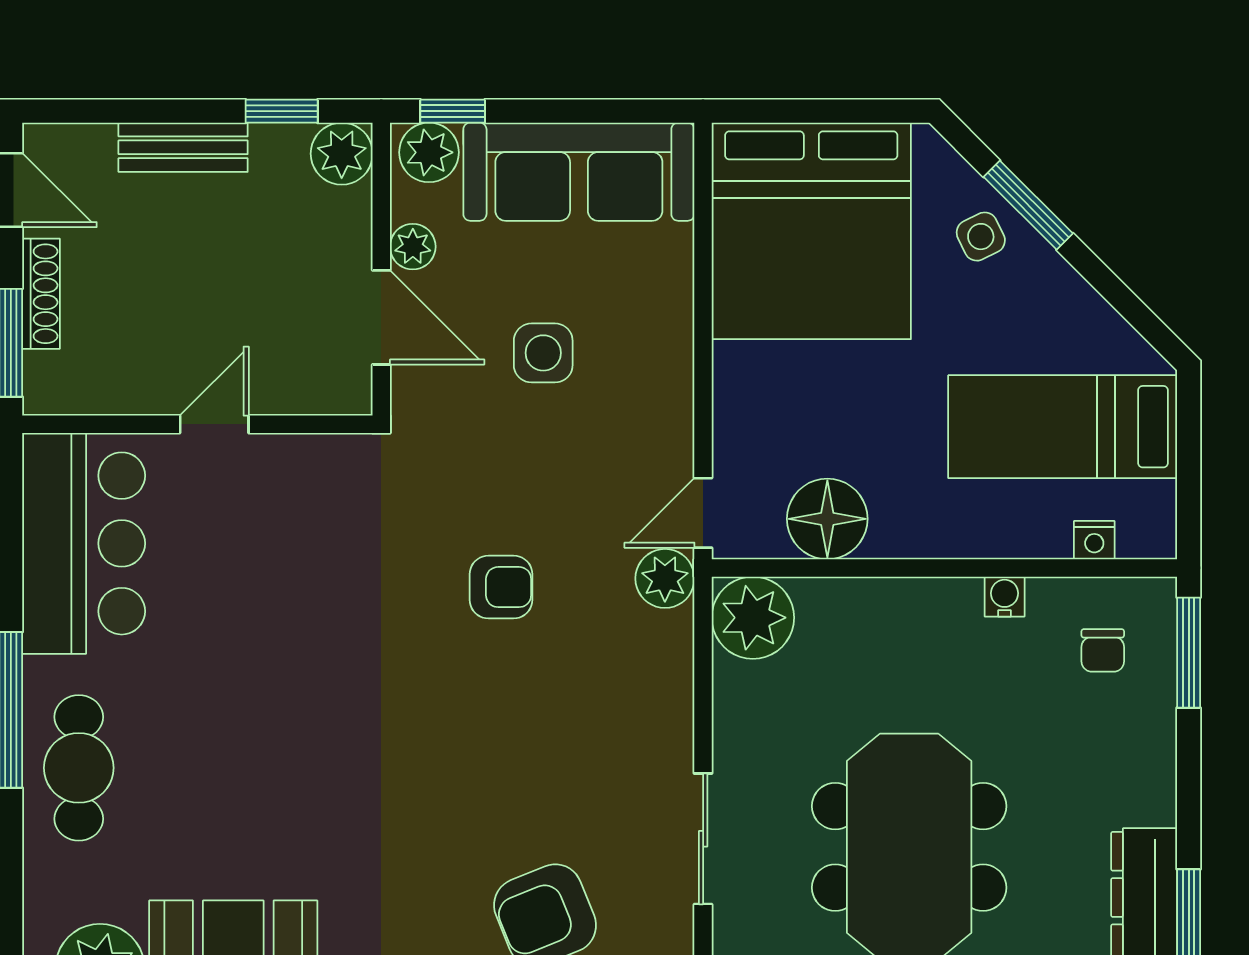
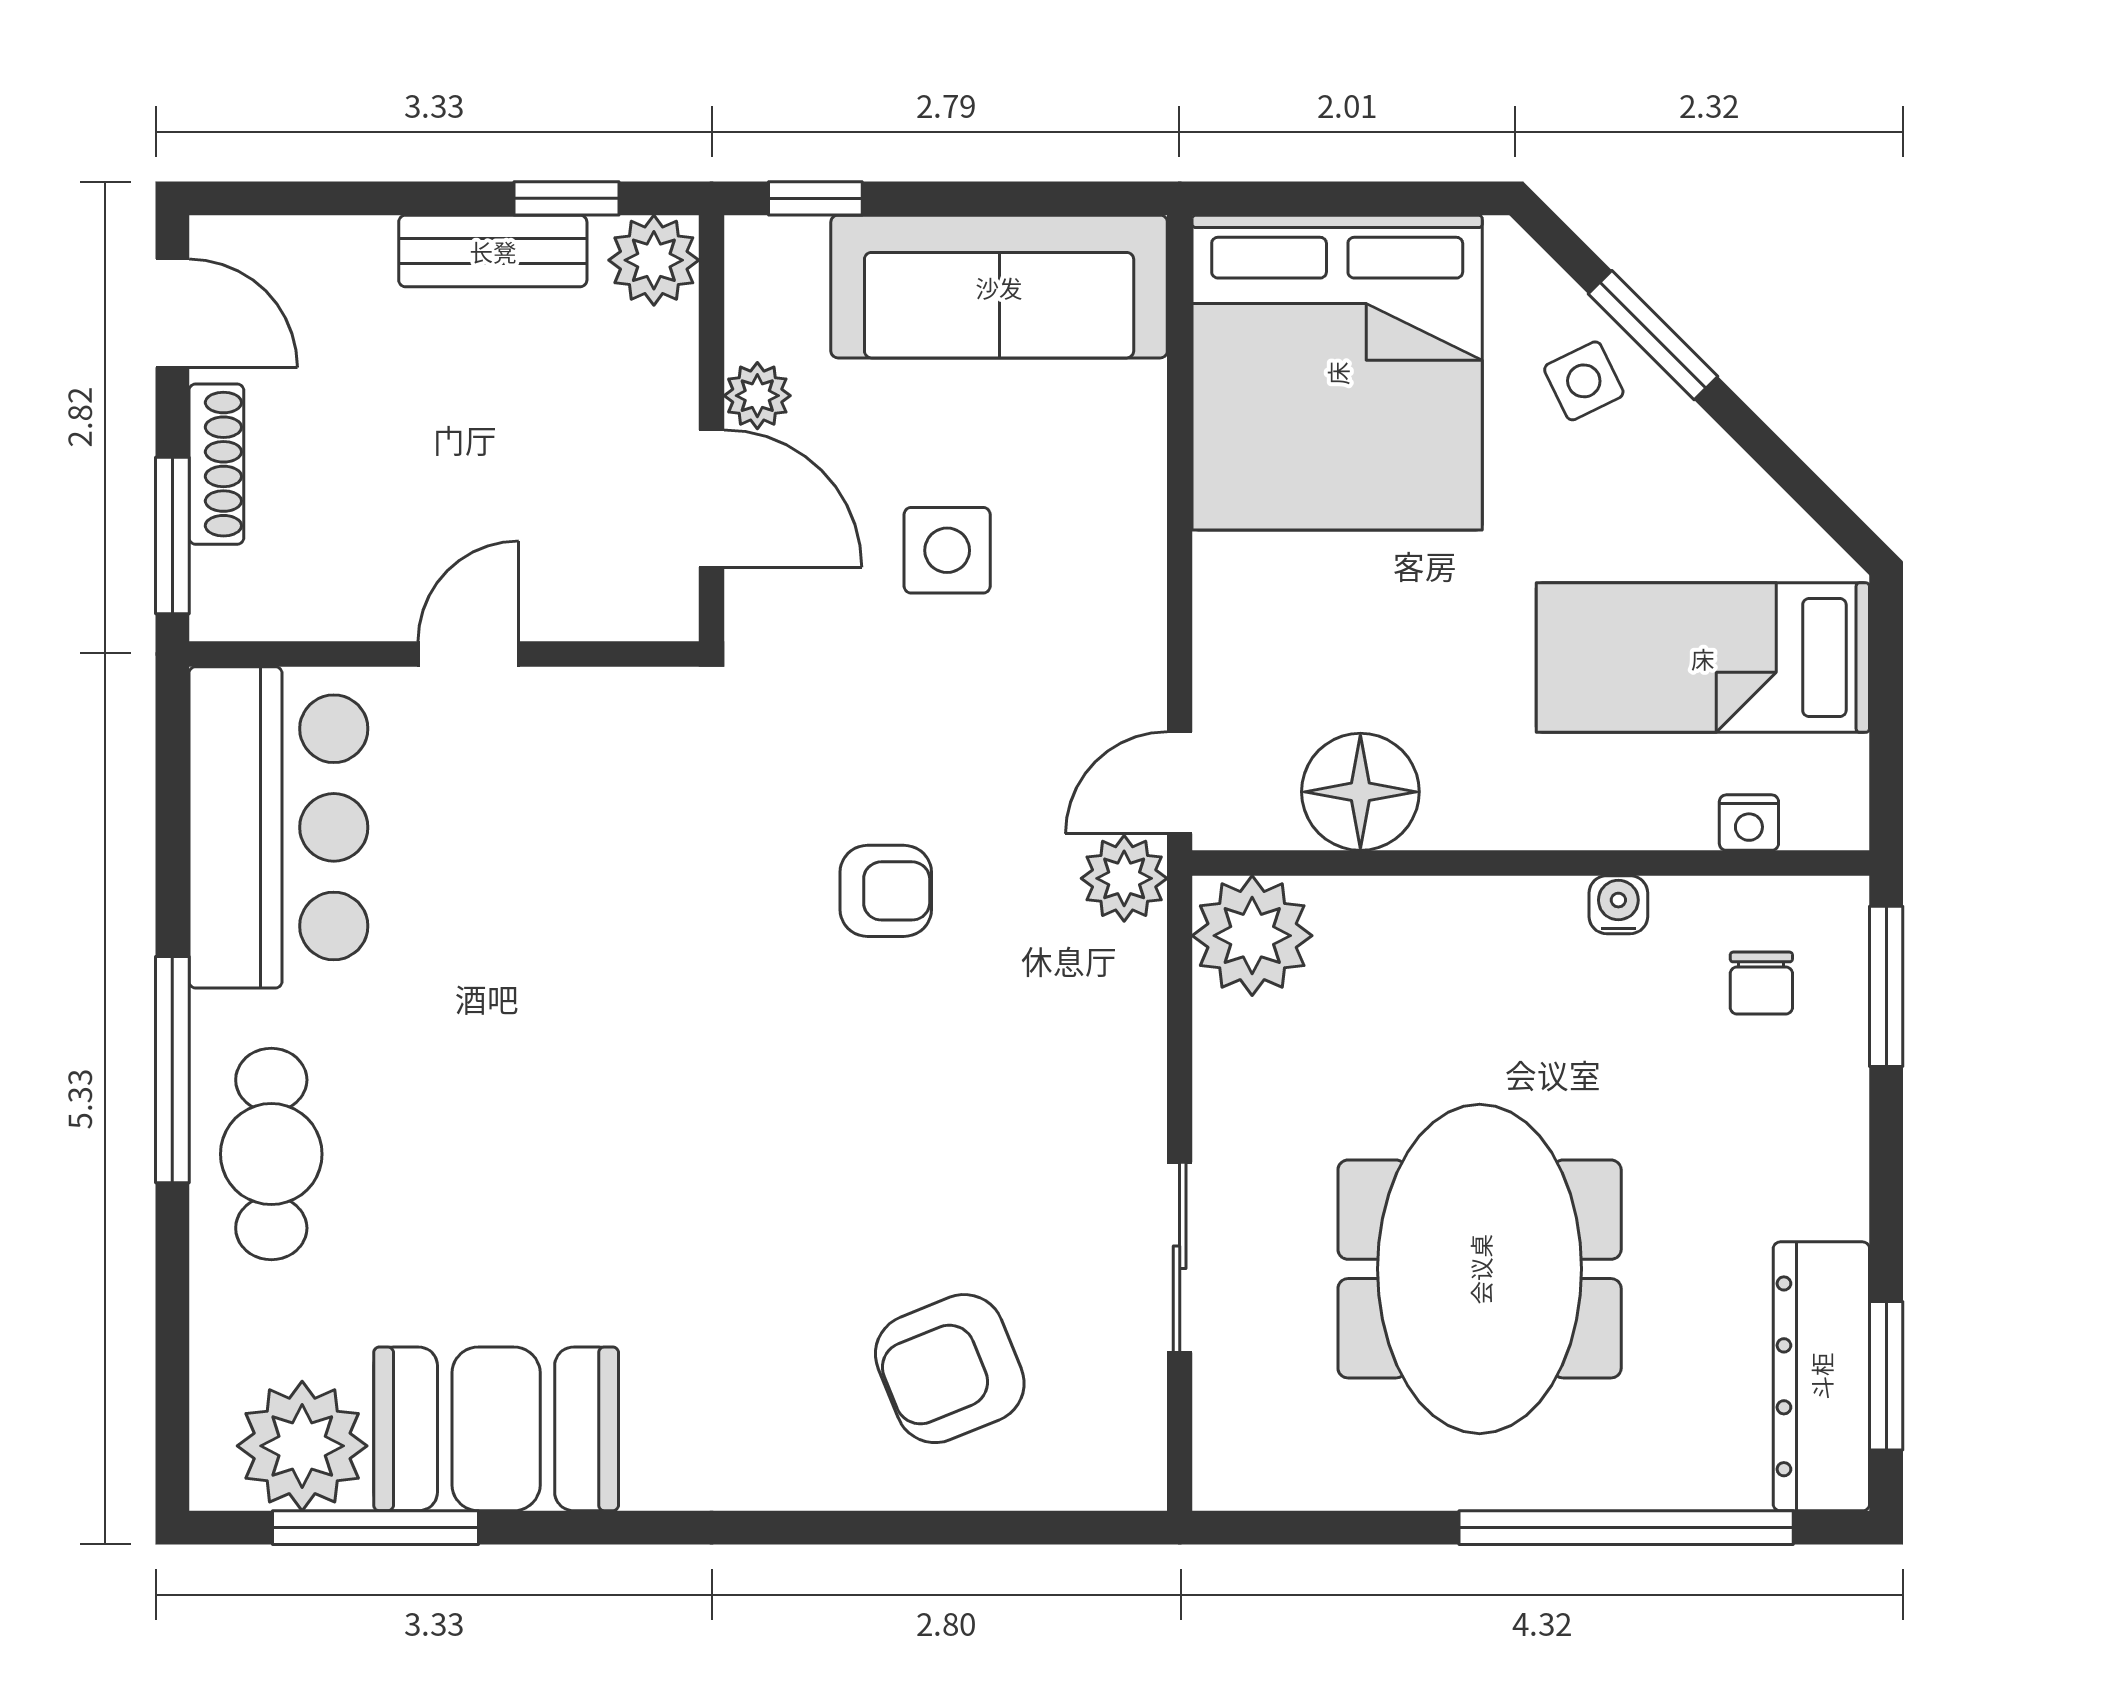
bench: (183, 147) -> (493, 251), moved
plant: (429, 152) -> (781, 258), removed

